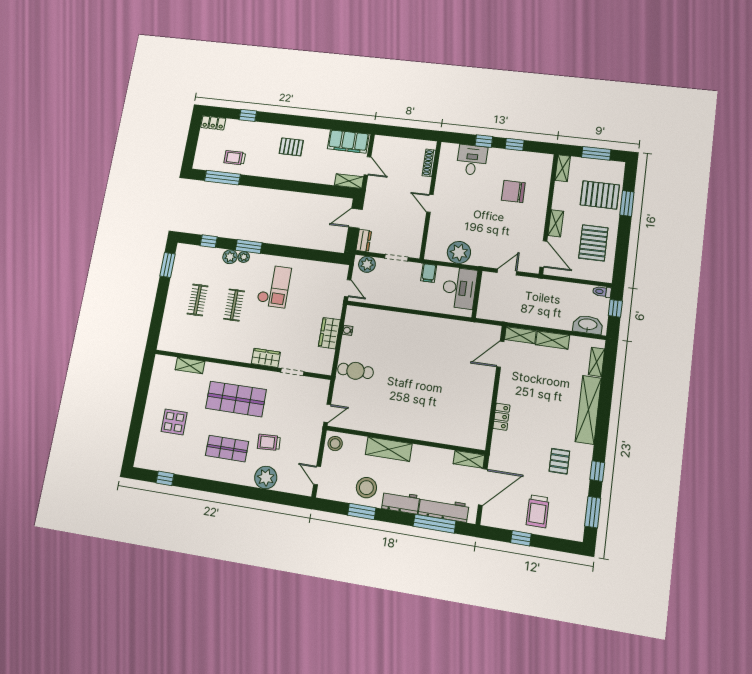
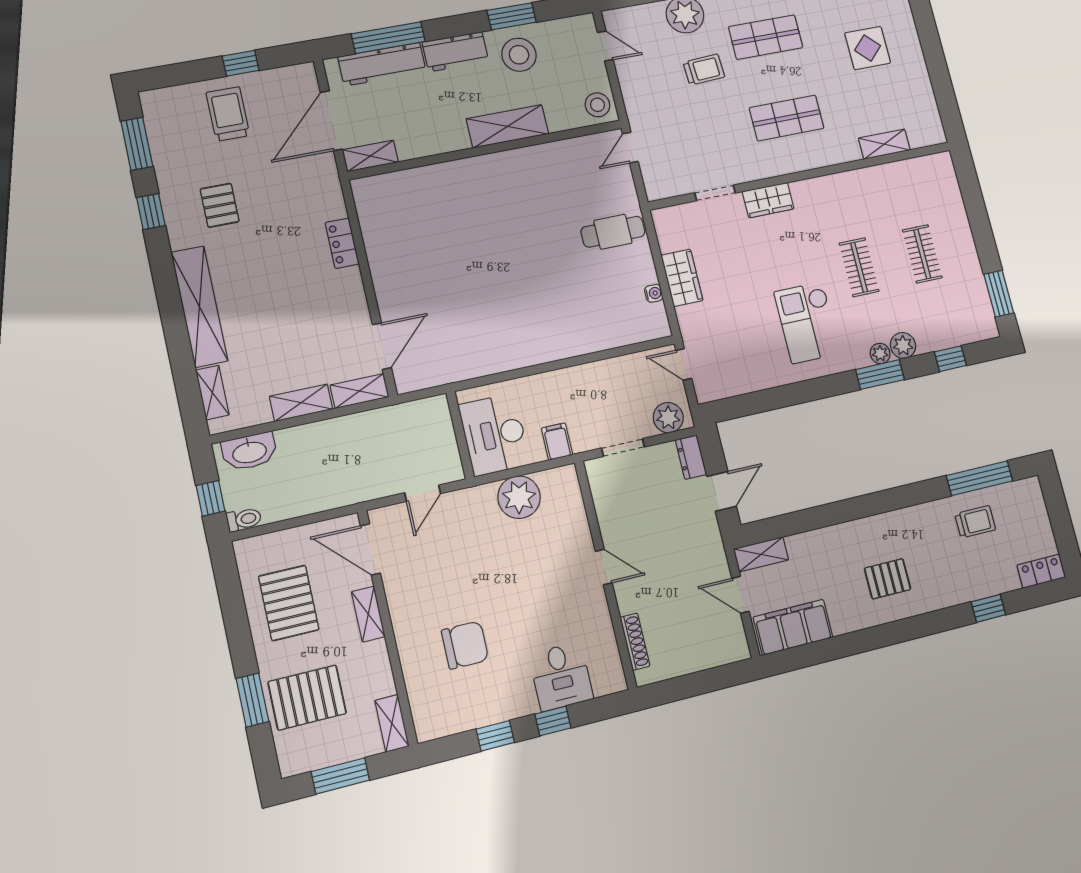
shop shelf: (236, 399) -> (787, 118), width x0.70, depth x0.74

